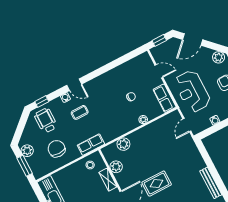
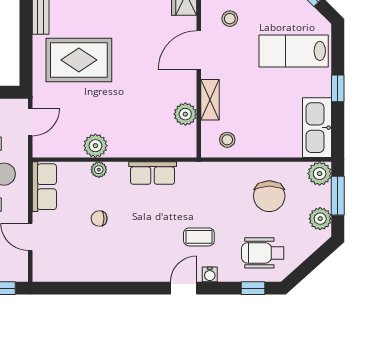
door: (74, 85) -> (184, 288), hinge flipped
wheelchair: (46, 121) -> (263, 253), turned 90
plant: (123, 144) -> (95, 146), moved
row of seats: (91, 145) -> (153, 173), moved
plant: (38, 172) -> (320, 174), added
rug: (157, 184) -> (79, 60), moved, width x1.36, depth x1.43

